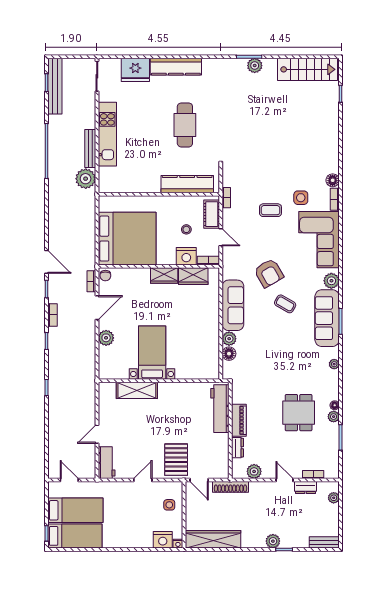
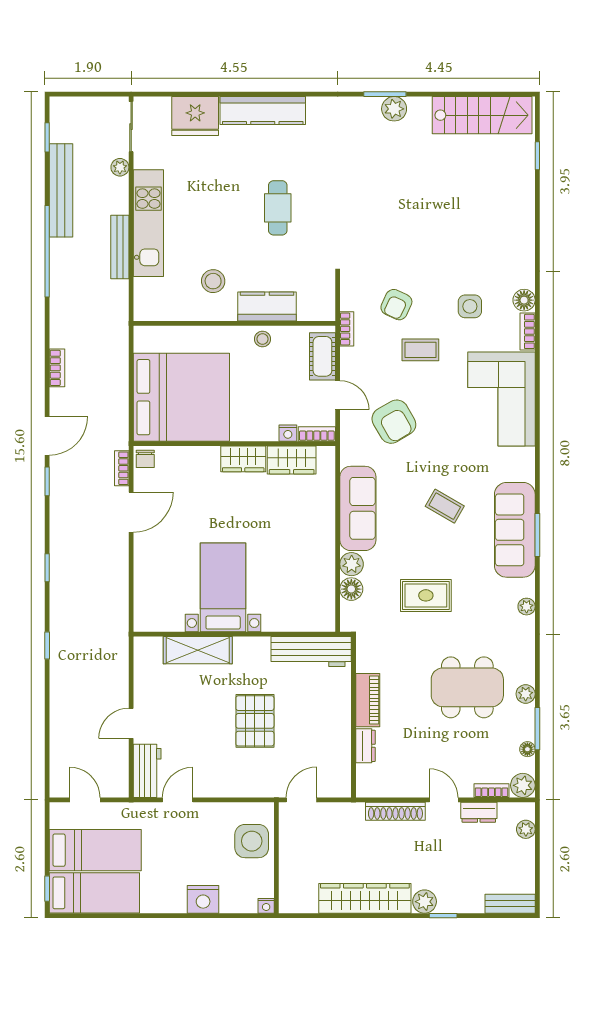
bench: (55, 86) -> (61, 190), moved
cafe table: (185, 125) -> (278, 208), width x0.73, depth x0.74
stool: (146, 169) -> (213, 281), added
plant: (86, 179) -> (120, 167), moved, width x0.53, depth x0.53
armchair: (256, 183) -> (396, 305), added
kitchen counter: (187, 184) -> (267, 307), width x0.67
side table: (301, 198) -> (470, 306), moved
stool: (186, 229) -> (262, 339), moved
nightstand: (186, 256) -> (288, 433), width x0.53, depth x0.56
door: (47, 262) -> (47, 436), hinge flipped
armchair: (269, 273) -> (394, 422), moved
plant: (331, 281) -> (522, 468), removed
bookcase: (52, 315) -> (57, 368), moved
plant: (106, 338) -> (146, 563), removed
rug: (274, 357) -> (426, 595), added
floor lamp: (335, 405) -> (527, 749), moved
workbench: (220, 409) -> (311, 651), moved, turned -90
dining table: (299, 413) -> (467, 687), width x1.37
pallet: (176, 460) -> (255, 721), moved
plant: (254, 471) -> (523, 785), moved
door: (143, 480) -> (178, 800), moved
door: (199, 480) -> (302, 800), swing flipped
shoe rack: (230, 487) -> (395, 811), moved
side table: (169, 505) -> (252, 841), width x1.87, depth x1.87
wardrobe: (213, 539) -> (365, 898), moved
nightstand: (163, 540) -> (203, 899), moved

